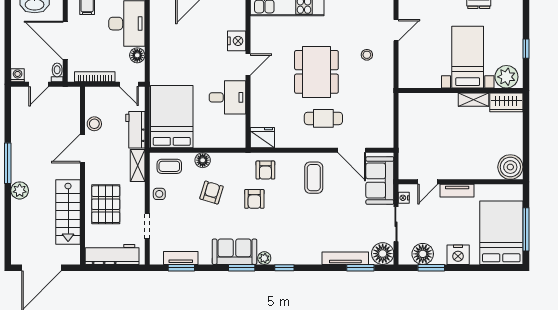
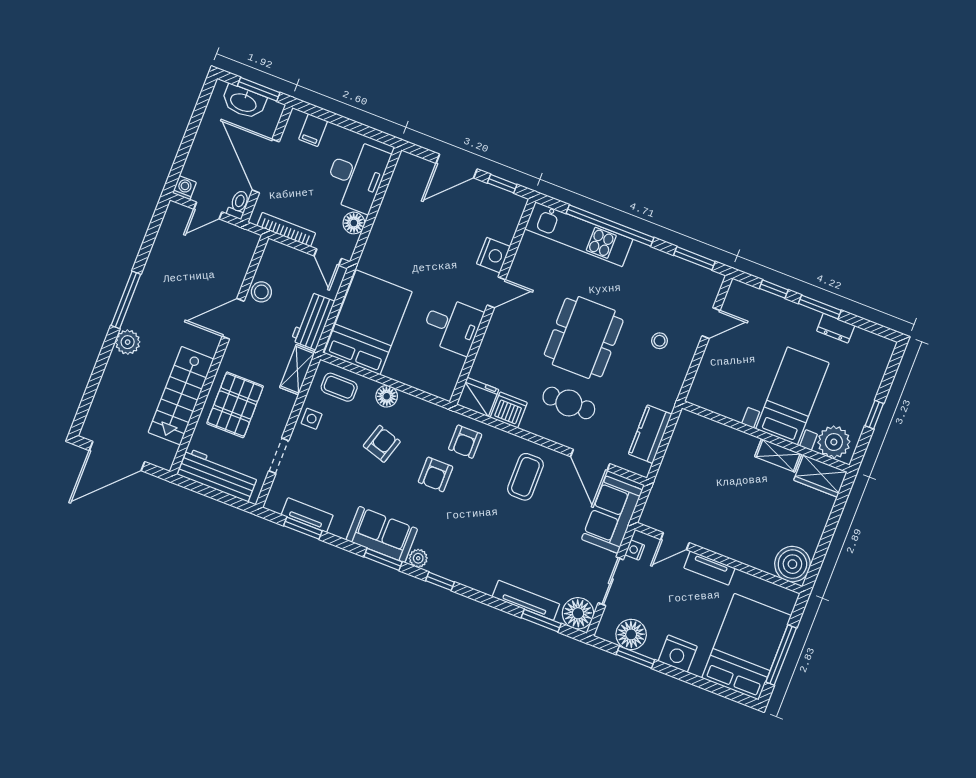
kitchen counter: (384, 118) -> (650, 434), added
dishwasher: (286, 138) -> (509, 410), added

